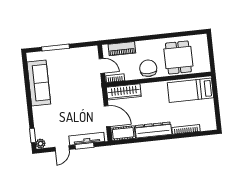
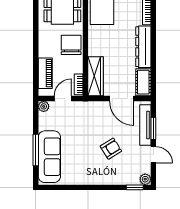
plant: (93, 50) -> (44, 106), added
chair: (148, 68) -> (71, 45), turned 90
sofa: (39, 83) -> (49, 157), moved, turned 90
armchair: (63, 112) -> (111, 149), added
door: (107, 116) -> (122, 98), swing flipped

